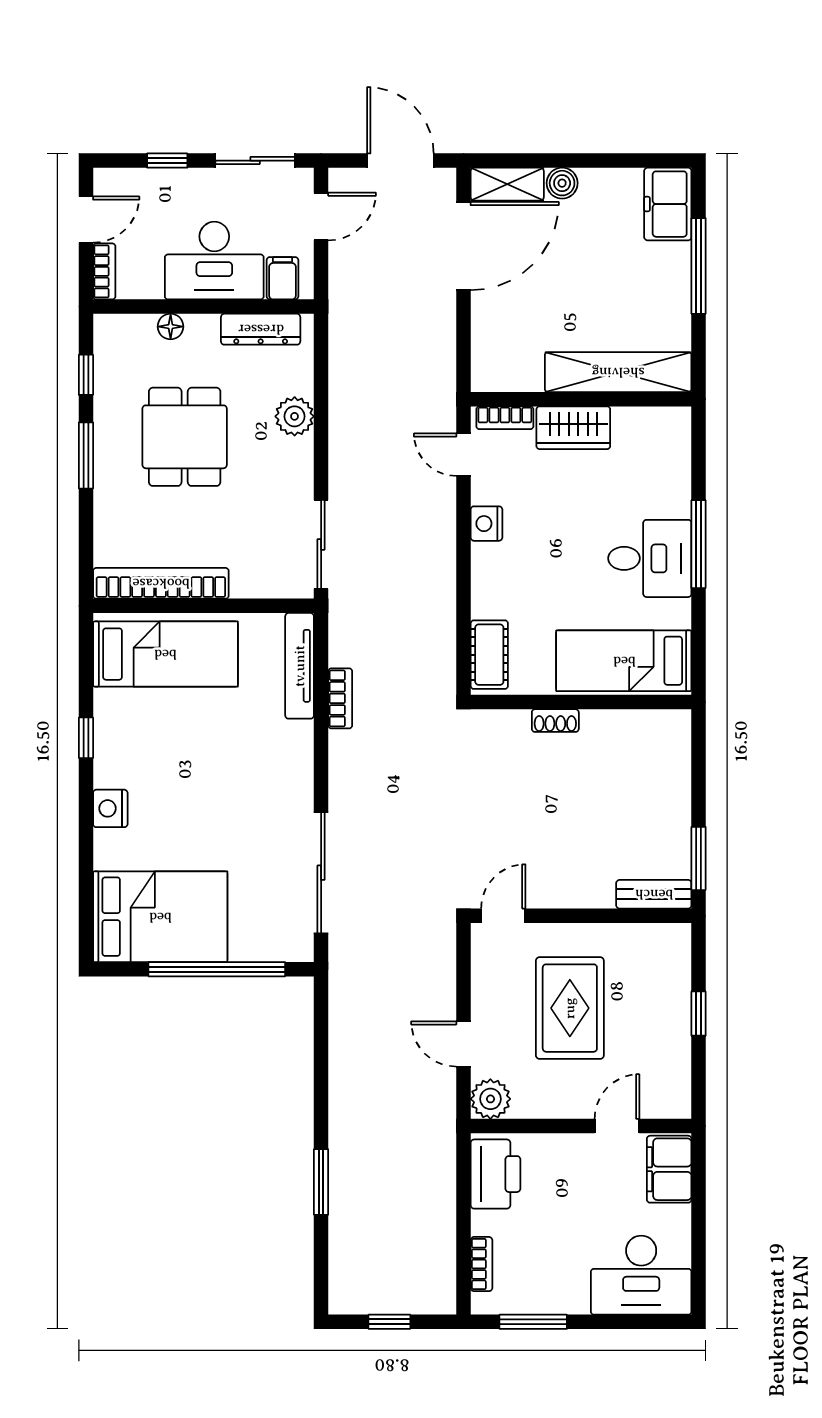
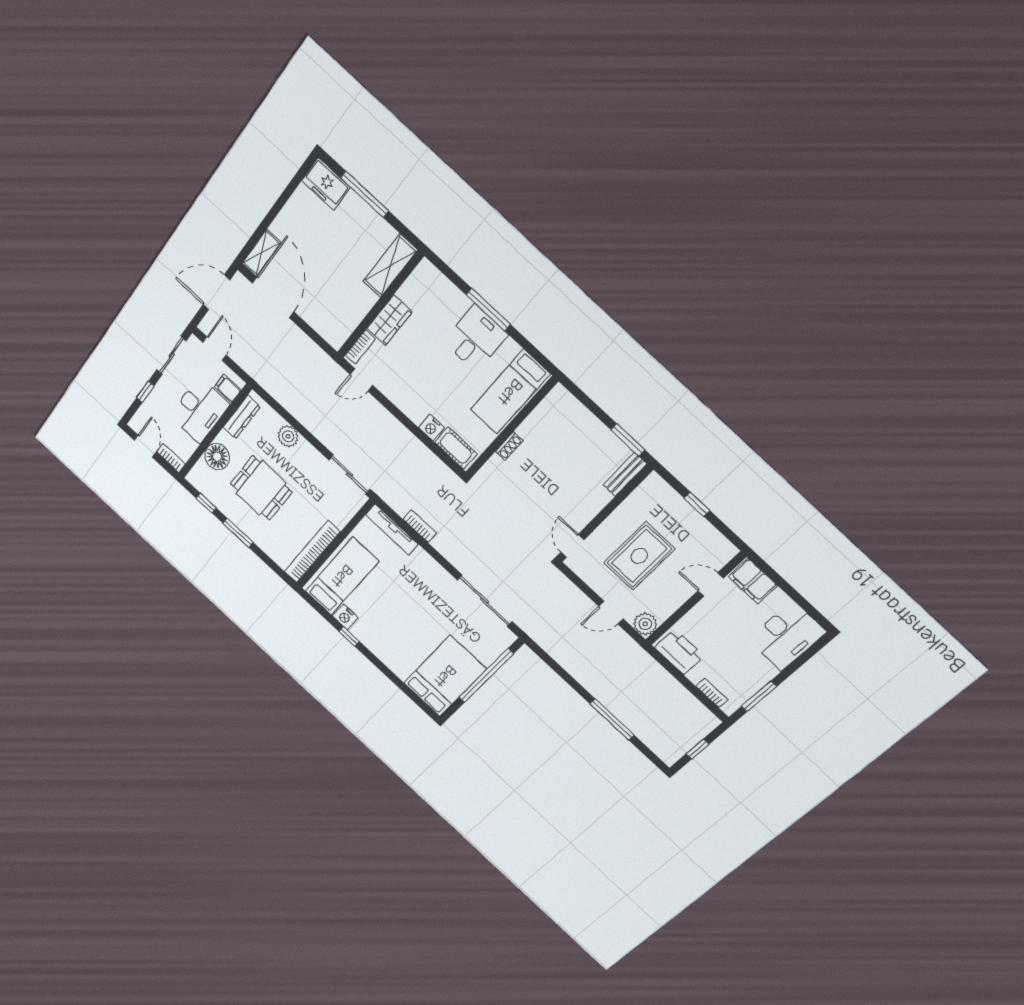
boiler: (562, 183) -> (280, 227), removed
floor lamp: (171, 327) -> (217, 457), width x1.89, depth x1.89
shelving: (618, 372) -> (390, 266), width x0.68
nightstand: (486, 524) -> (431, 428), moved
nightstand: (110, 808) -> (345, 617), moved
rug: (570, 1008) -> (639, 556), turned 90
door: (617, 1126) -> (711, 585), hinge flipped
window: (321, 1182) -> (612, 719), width x1.44

